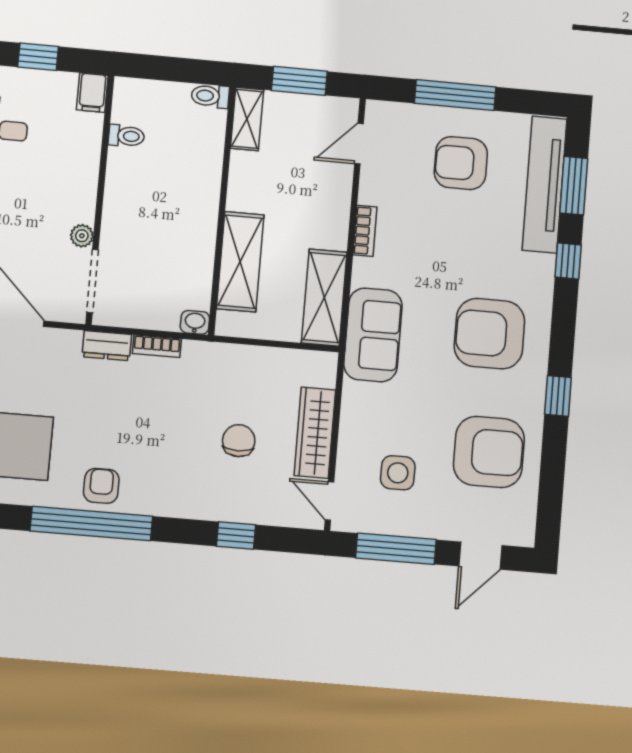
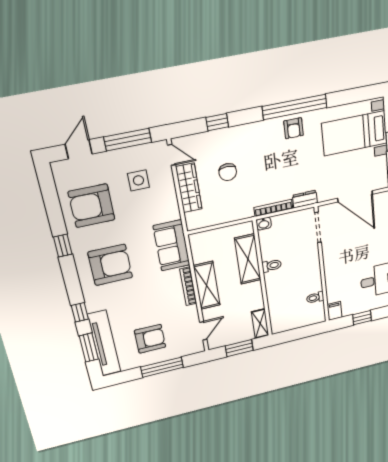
toilet: (210, 96) -> (272, 266), moved
bookcase: (365, 231) -> (188, 286), width x1.56
plant: (82, 236) -> (327, 247), removed
shelving: (324, 298) -> (207, 285), moved
bookcase: (157, 346) -> (273, 208), width x1.56

